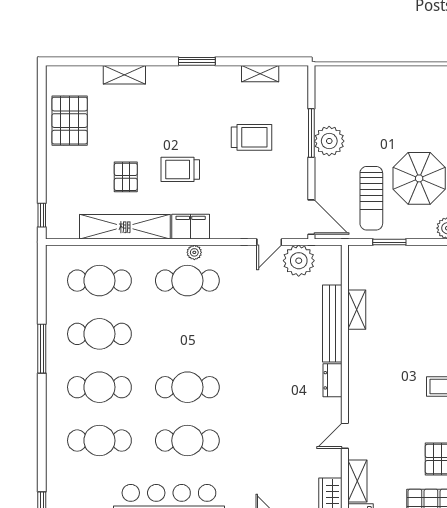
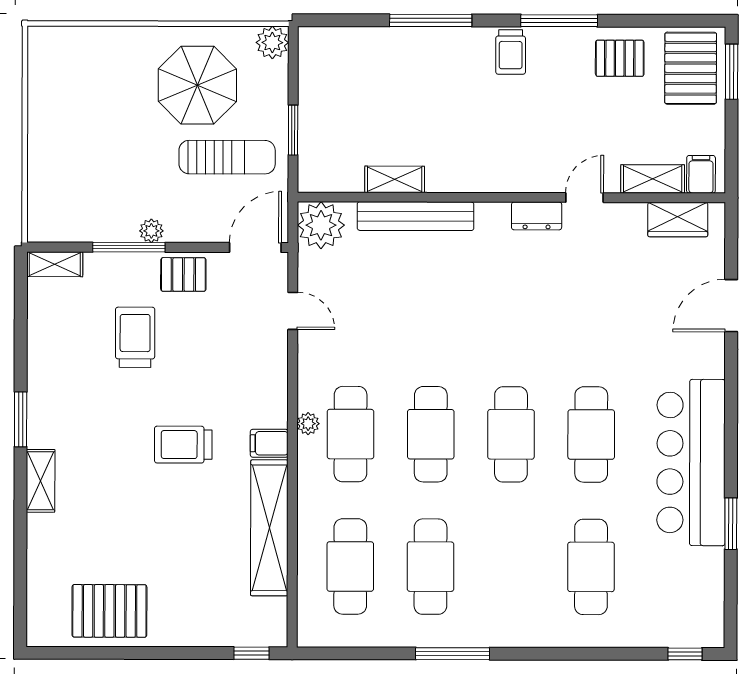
shelving: (260, 74) -> (55, 264), moved, turned 90
shelving: (124, 75) -> (41, 481), moved
plant: (329, 141) -> (151, 231), width x0.53, depth x0.53
trolley: (180, 169) -> (183, 445), turned 90
pallet: (126, 177) -> (183, 274), moved
filing cabinet: (191, 227) -> (269, 443), width x0.50
plant: (299, 261) -> (321, 225), moved
dresser: (333, 380) -> (537, 216), moved
cafe table: (99, 387) -> (431, 434), moved
door: (345, 436) -> (585, 198), swing flipped

